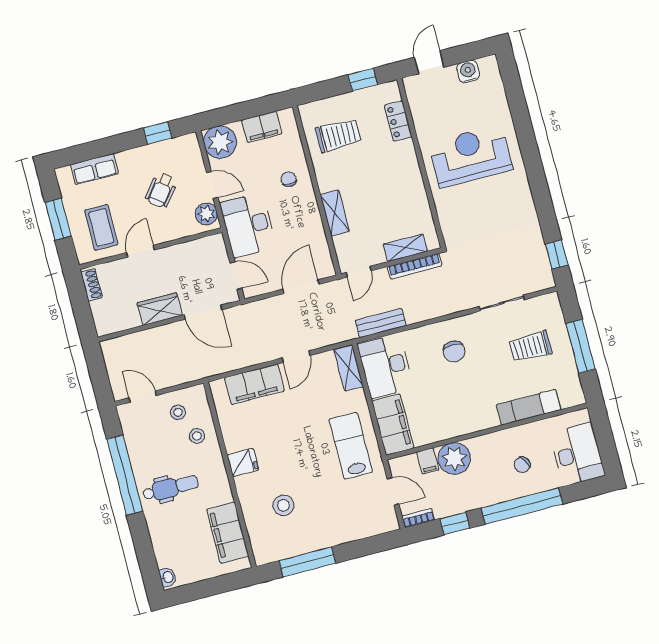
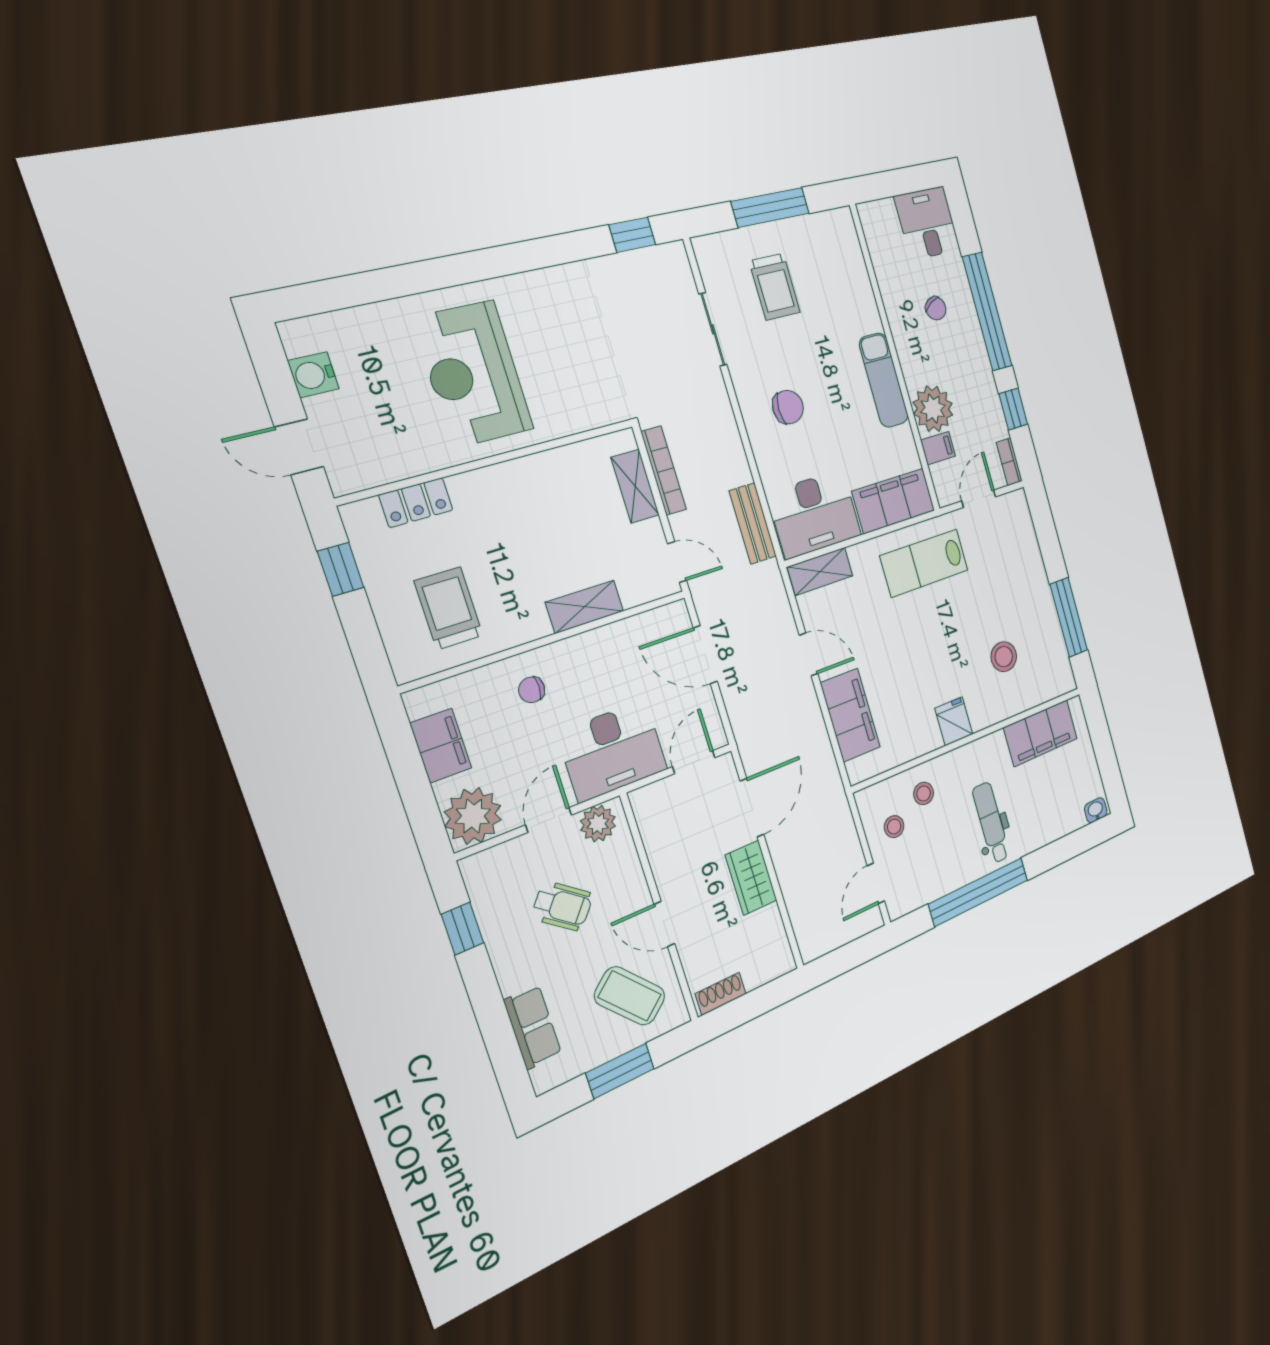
coffee table: (101, 227) -> (630, 996), turned 49
exam couch: (529, 407) -> (884, 380), moved
desk: (577, 454) -> (927, 223), width x0.73

